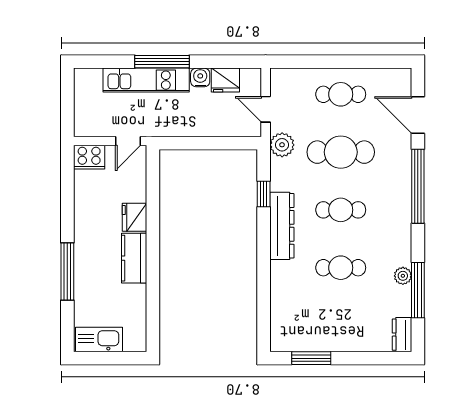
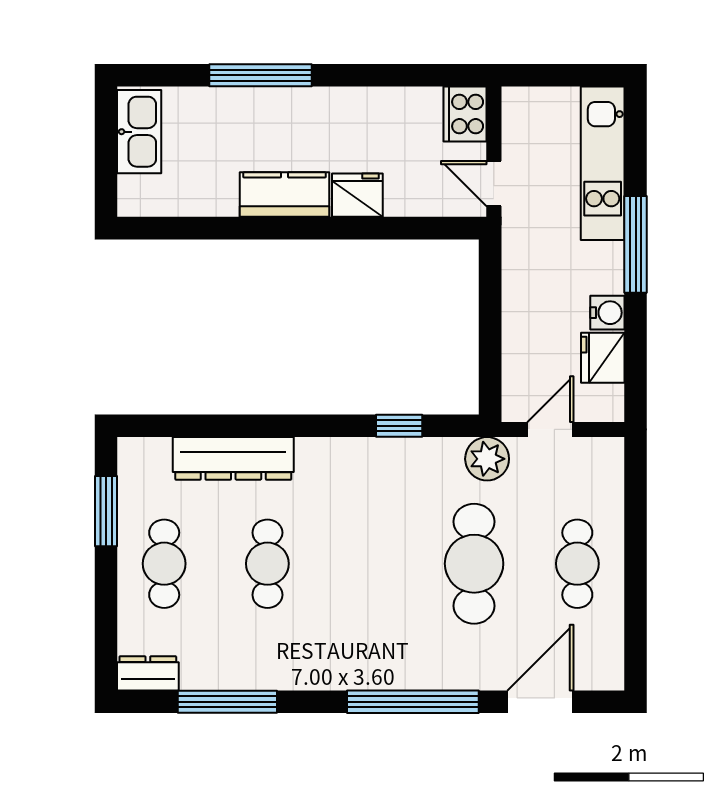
kitchen unit: (146, 80) -> (603, 163), moved
cafe table: (341, 210) -> (164, 564), moved
dresser: (282, 226) -> (233, 458), moved
plant: (403, 276) -> (253, 675), removed

